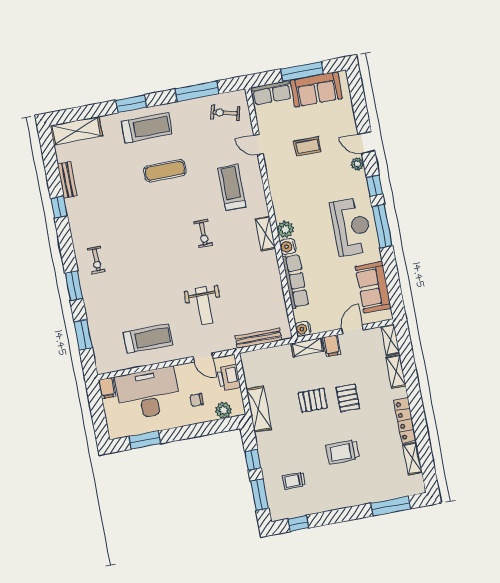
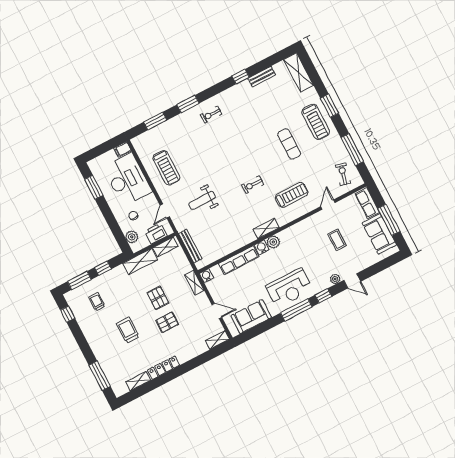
door: (366, 143) -> (352, 281), swing flipped
filing cabinet: (332, 346) -> (201, 300), removed
shelving: (396, 371) -> (165, 247), moved

